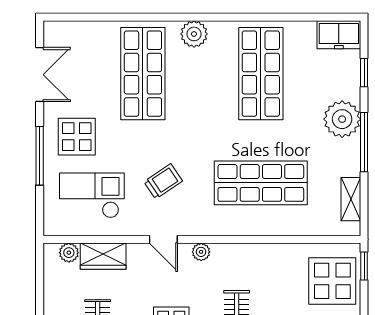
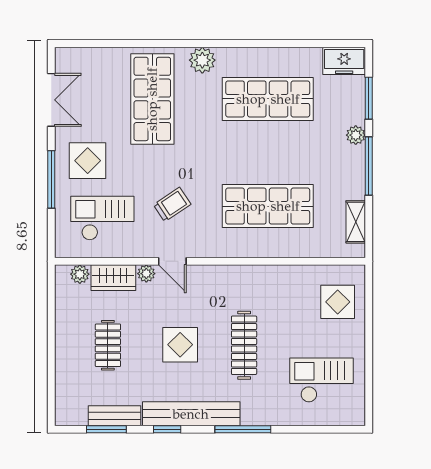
window: (364, 73) -> (369, 98), width x1.50
shop shelf: (261, 74) -> (268, 99), turned 90
plant: (342, 119) -> (356, 135), width x0.53, depth x0.53
plant: (201, 252) -> (146, 274), moved
window: (364, 266) -> (369, 287), removed
display table: (332, 281) -> (338, 302), width x0.73, depth x0.73

